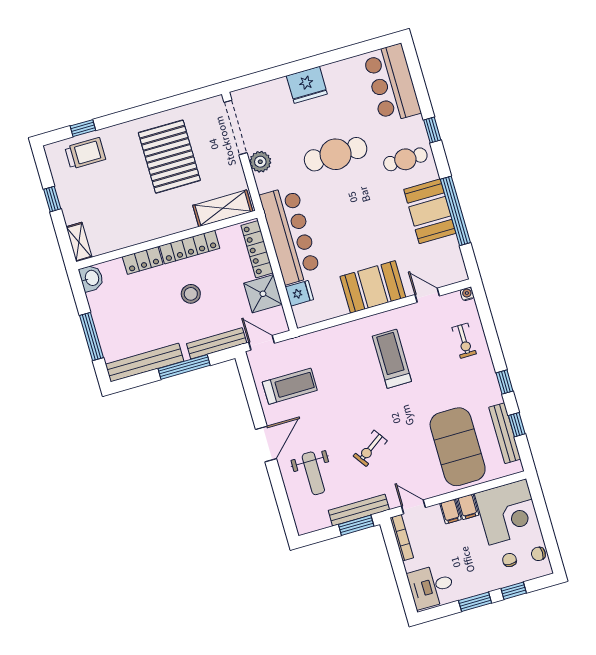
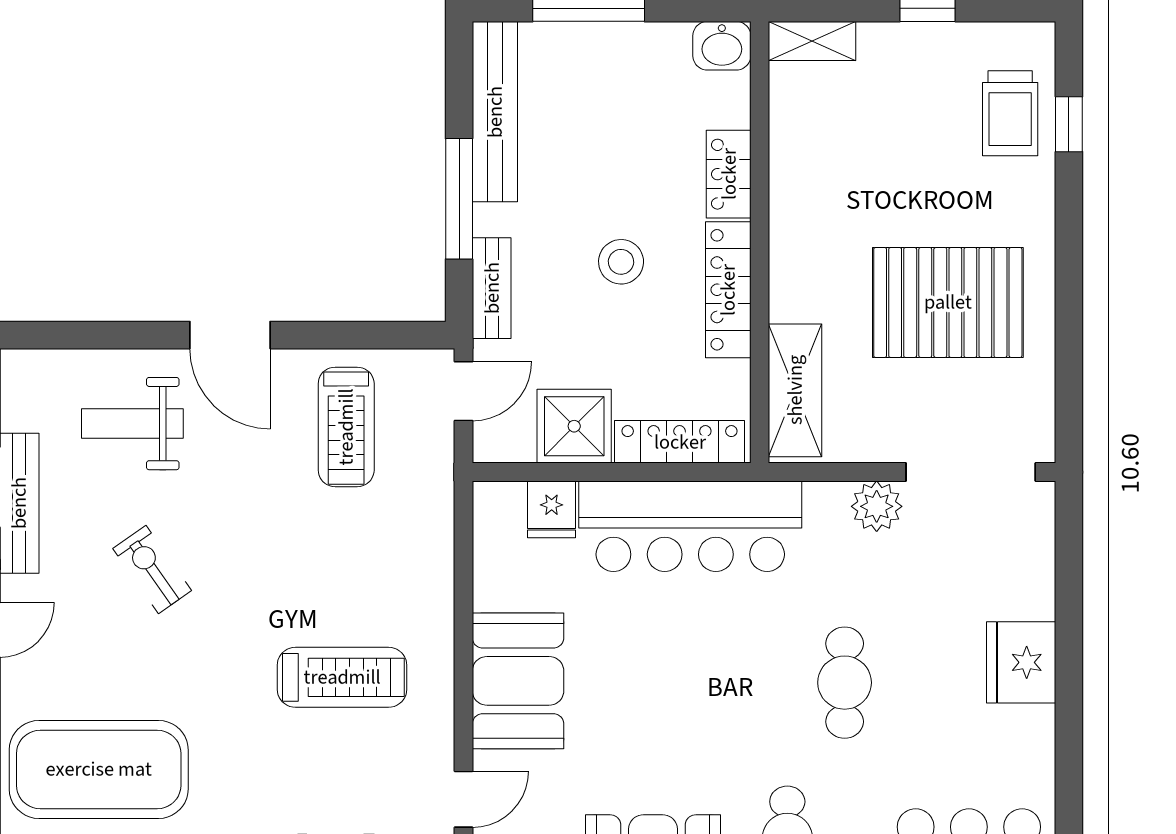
cafe table: (336, 154) -> (845, 683), width x0.73, depth x0.74
bench: (217, 343) -> (492, 288), width x0.73

